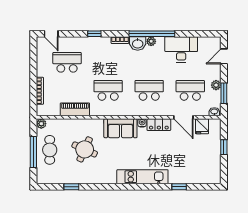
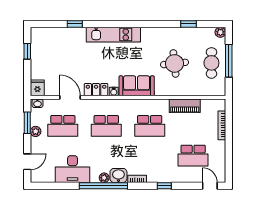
plant: (41, 124) -> (220, 32), moved
fridge: (202, 126) -> (37, 88), moved
window: (224, 147) -> (27, 51), moved
round table: (85, 149) -> (174, 63), turned -30

